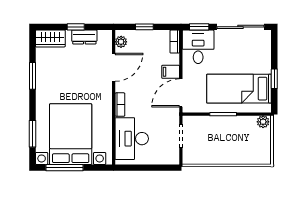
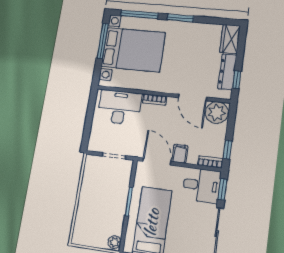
window: (76, 27) -> (237, 80), moved
window: (144, 27) -> (228, 150), moved
dresser: (84, 37) -> (227, 72), width x1.44
plant: (121, 42) -> (217, 113), width x1.87, depth x1.87
window: (33, 76) -> (180, 18), moved
window: (33, 134) -> (139, 15), width x1.44

